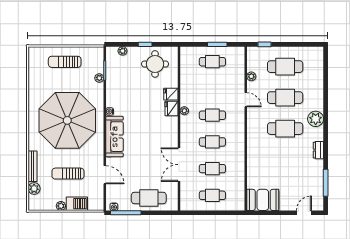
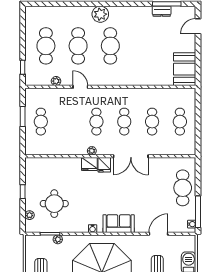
round table: (155, 64) -> (54, 204), moved
fridge: (171, 94) -> (104, 165), moved
door: (246, 100) -> (80, 87), hinge flipped
sofa: (114, 137) -> (119, 224), width x0.73
dresser: (318, 150) -> (162, 11), moved
double door: (179, 165) -> (131, 156), moved
door: (304, 213) -> (198, 26), hinge flipped

